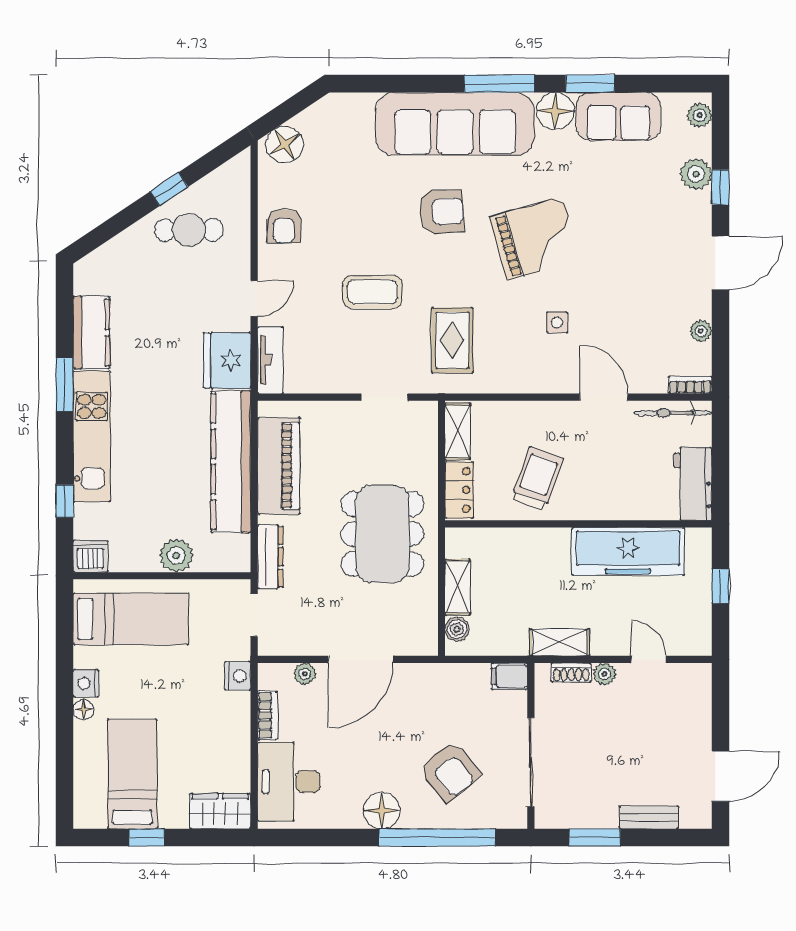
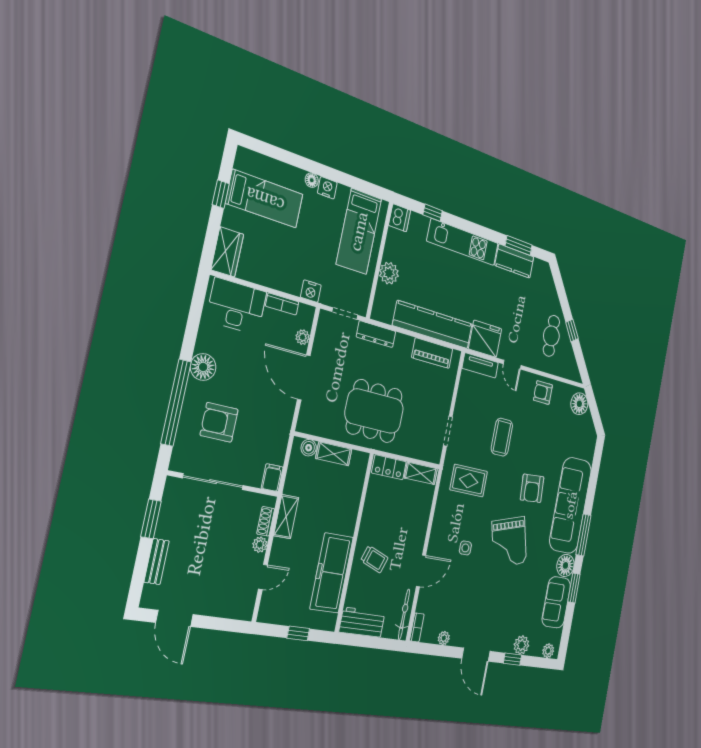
window: (65, 385) -> (519, 246), moved
piano: (279, 466) -> (432, 353), width x0.73, depth x0.75
trolley: (537, 478) -> (374, 559), moved, width x0.73, depth x0.72
armchair: (450, 771) -> (219, 422), turned 40

